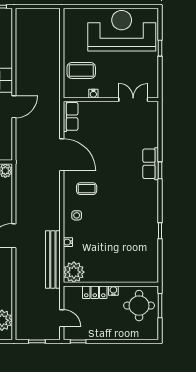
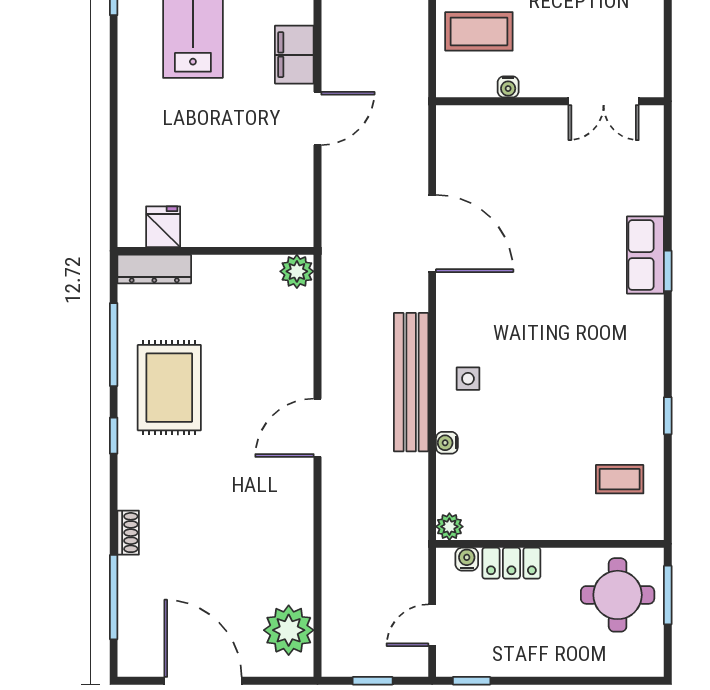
double door: (133, 100) -> (604, 101), swing flipped
row of seats: (71, 116) -> (453, 141), removed
coffee table: (87, 189) -> (620, 479), moved
bench: (53, 260) -> (411, 382), moved
plant: (74, 272) -> (449, 527), width x0.53, depth x0.53
water cooler: (113, 291) -> (467, 559), moved
door: (62, 318) -> (432, 625), swing flipped

